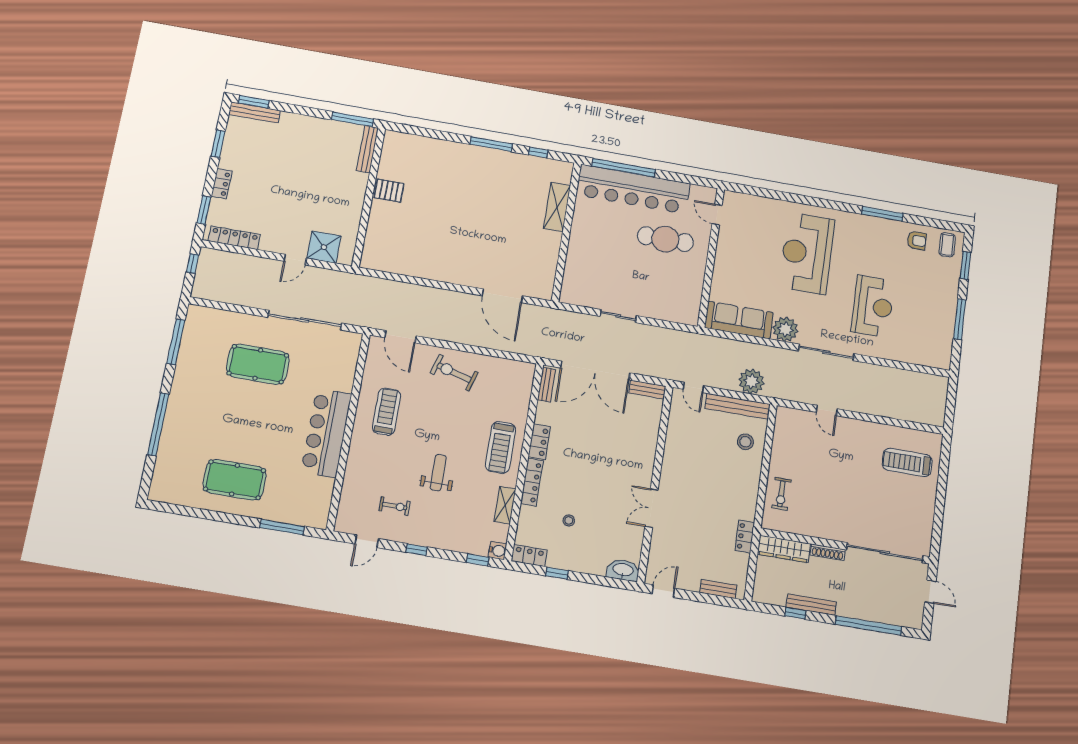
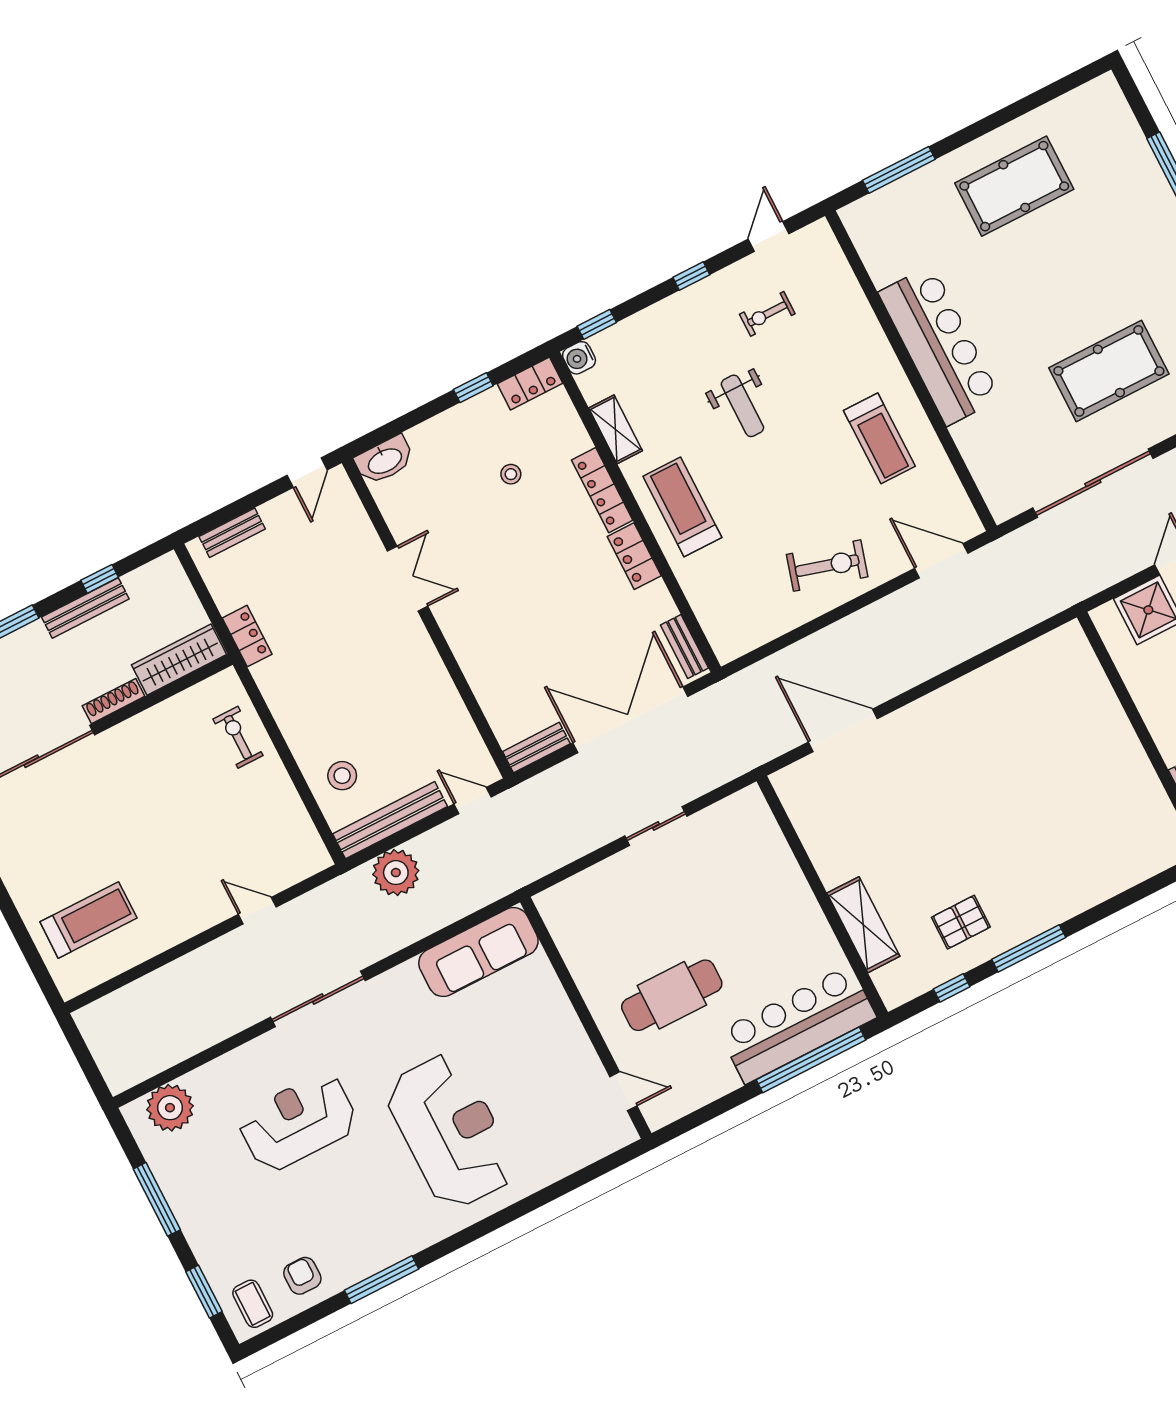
bar counter: (633, 189) -> (798, 1024), width x0.73
pallet: (389, 191) -> (961, 922), moved
armchair: (917, 241) -> (302, 1276), turned 90
reception desk: (873, 306) -> (298, 1122), turned 90
plant: (785, 329) -> (170, 1108), moved

